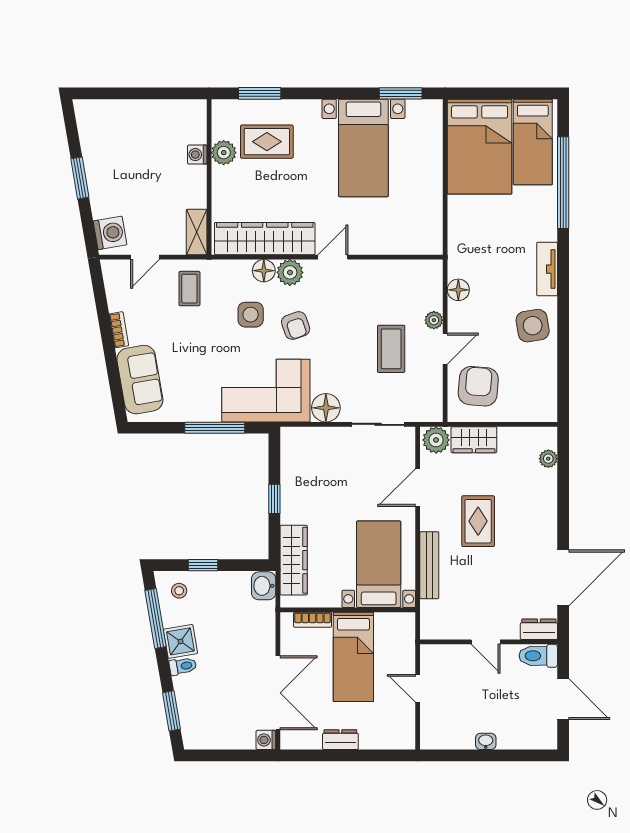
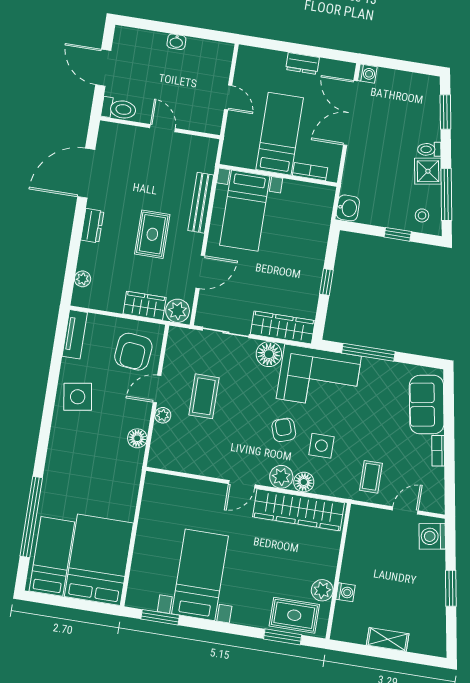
rug: (267, 142) -> (294, 615), moved
shelving: (197, 232) -> (388, 639), moved, turned 90
tv unit: (547, 269) -> (75, 334), moved
wardrobe: (294, 560) -> (283, 327), moved, turned 90
dresser: (539, 629) -> (92, 226), moved, turned -90

